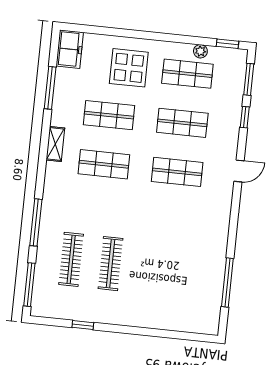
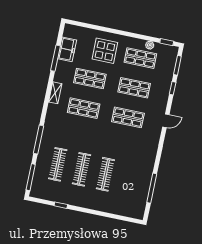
freezer: (70, 49) -> (67, 49), moved
clothes rail: (150, 268) -> (105, 174), added

